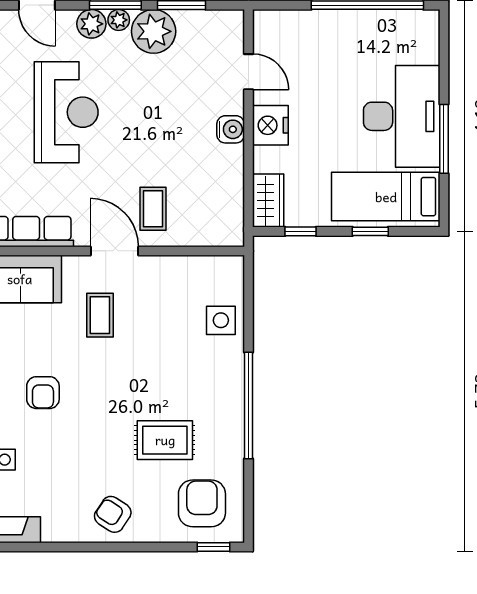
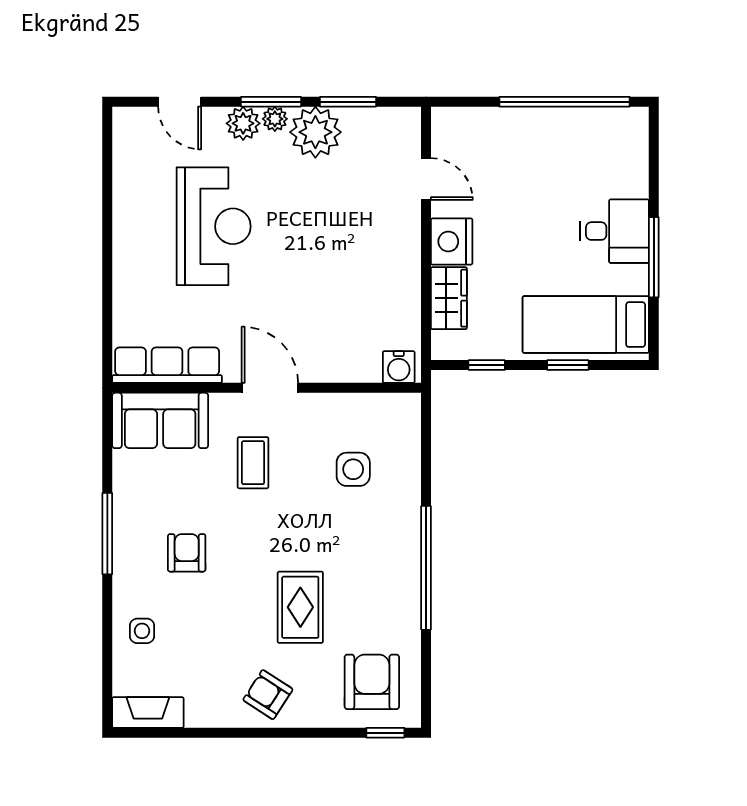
desk: (402, 116) -> (615, 231), width x0.53, depth x0.77
water cooler: (231, 129) -> (399, 367), moved, turned 90
wardrobe: (268, 201) -> (449, 298), moved
coffee table: (153, 209) -> (315, 339), removed
side table: (221, 320) -> (353, 469), moved
armchair: (43, 393) -> (187, 553), turned 180
rug: (165, 440) -> (300, 607), moved, turned 90

